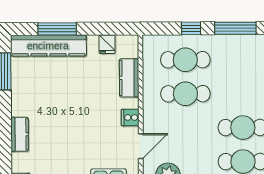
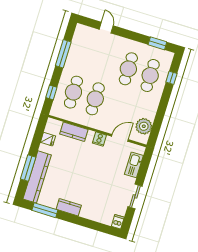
window: (191, 28) -> (51, 92), moved
kitchen counter: (20, 134) -> (69, 207), moved
door: (141, 146) -> (120, 138), hinge flipped

